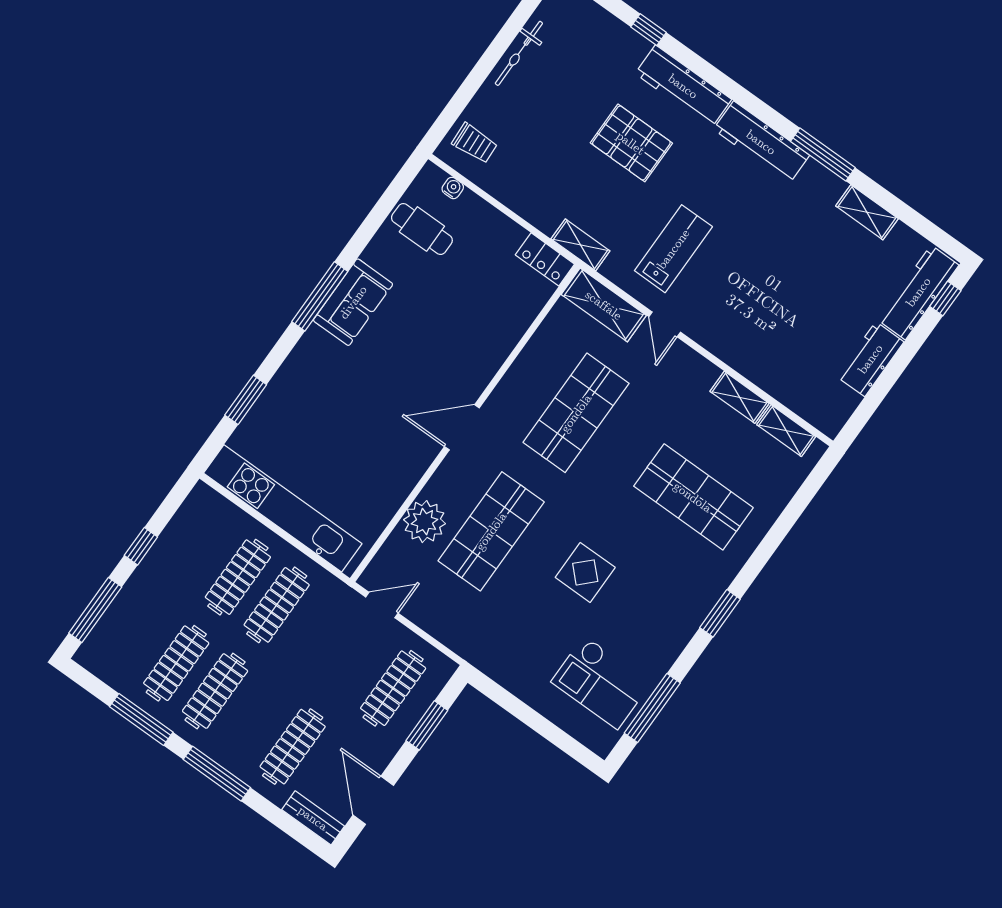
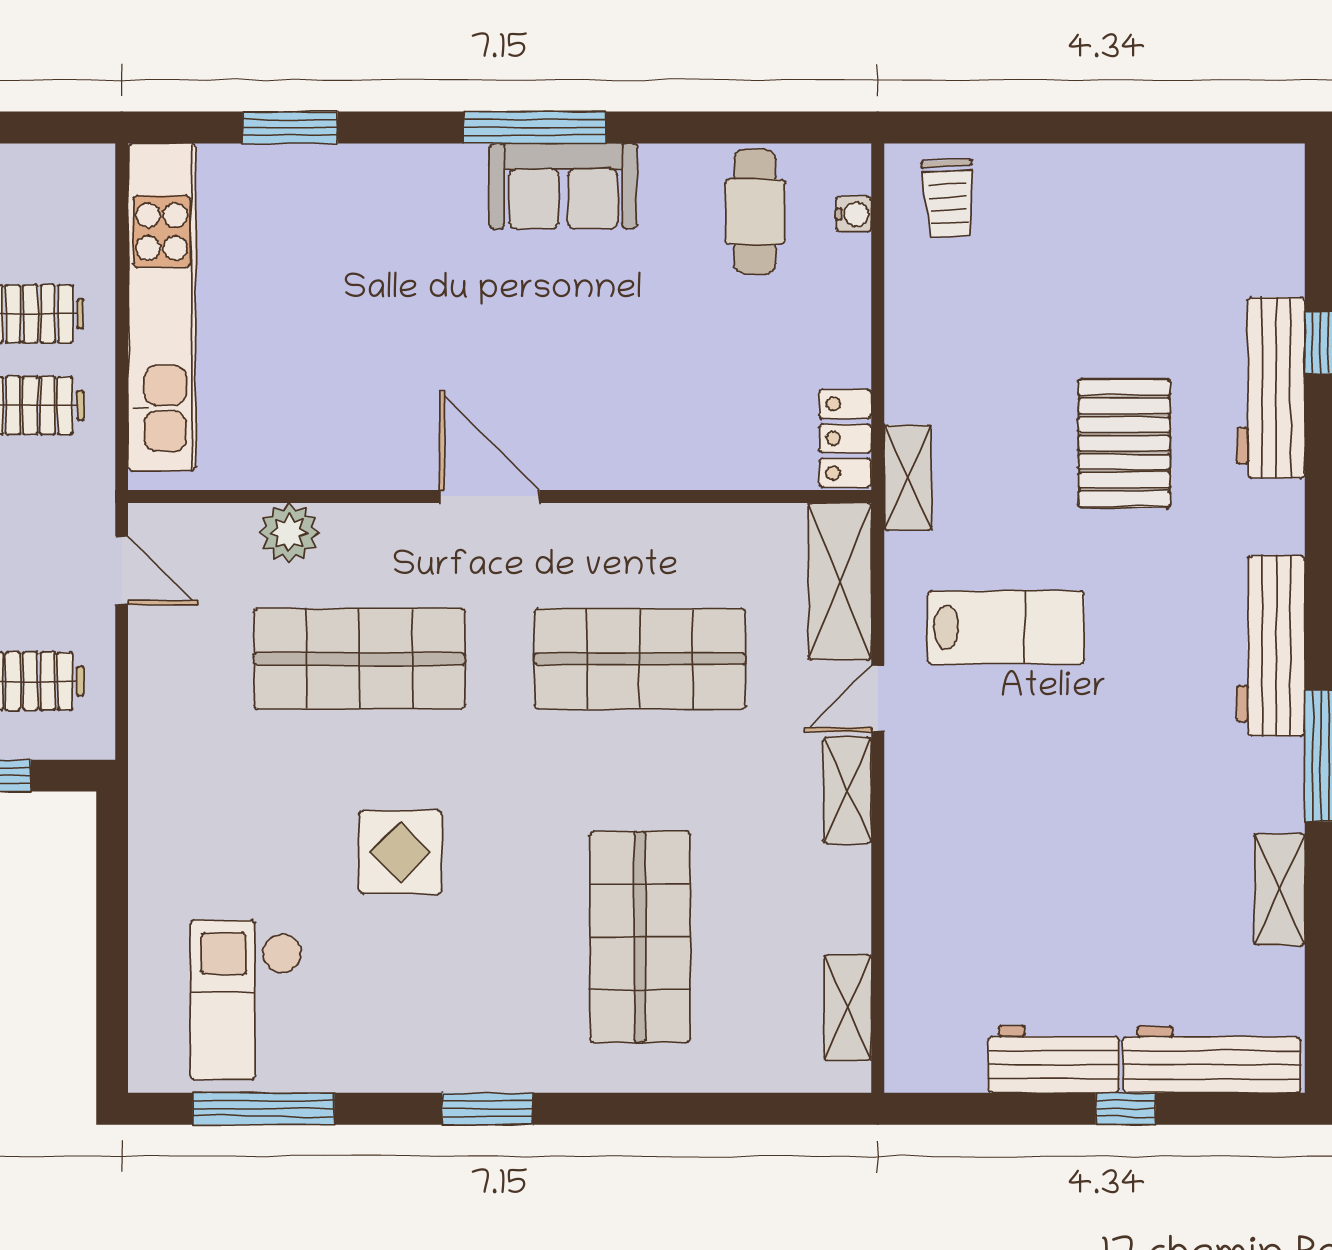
bicycle: (519, 53) -> (1139, 167), removed
workbench: (683, 86) -> (1271, 388), moved
window: (945, 299) -> (1126, 1109), moved
shelving: (740, 397) -> (847, 790), moved
plant: (425, 522) -> (289, 533), width x0.73, depth x0.73

